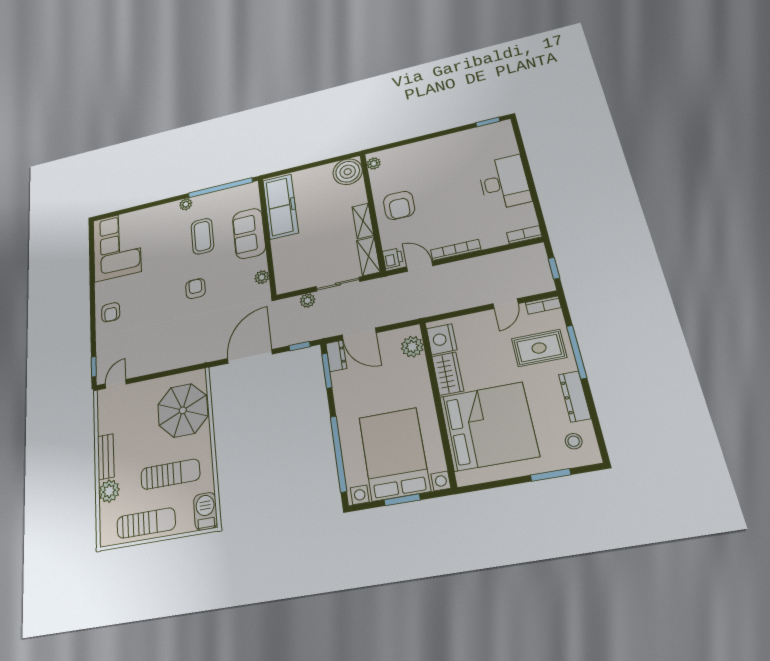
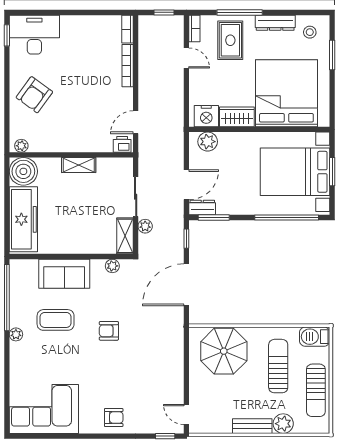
desk: (504, 182) -> (34, 35), moved
armchair: (399, 205) -> (34, 95), moved, turned 126
freezer: (281, 206) -> (23, 219), moved, turned 90
bookcase: (456, 250) -> (128, 66), moved
shelving: (368, 256) -> (125, 236), moved, turned 90
door: (250, 356) -> (186, 285), hinge flipped
sun lounger: (146, 523) -> (316, 390), turned 180

